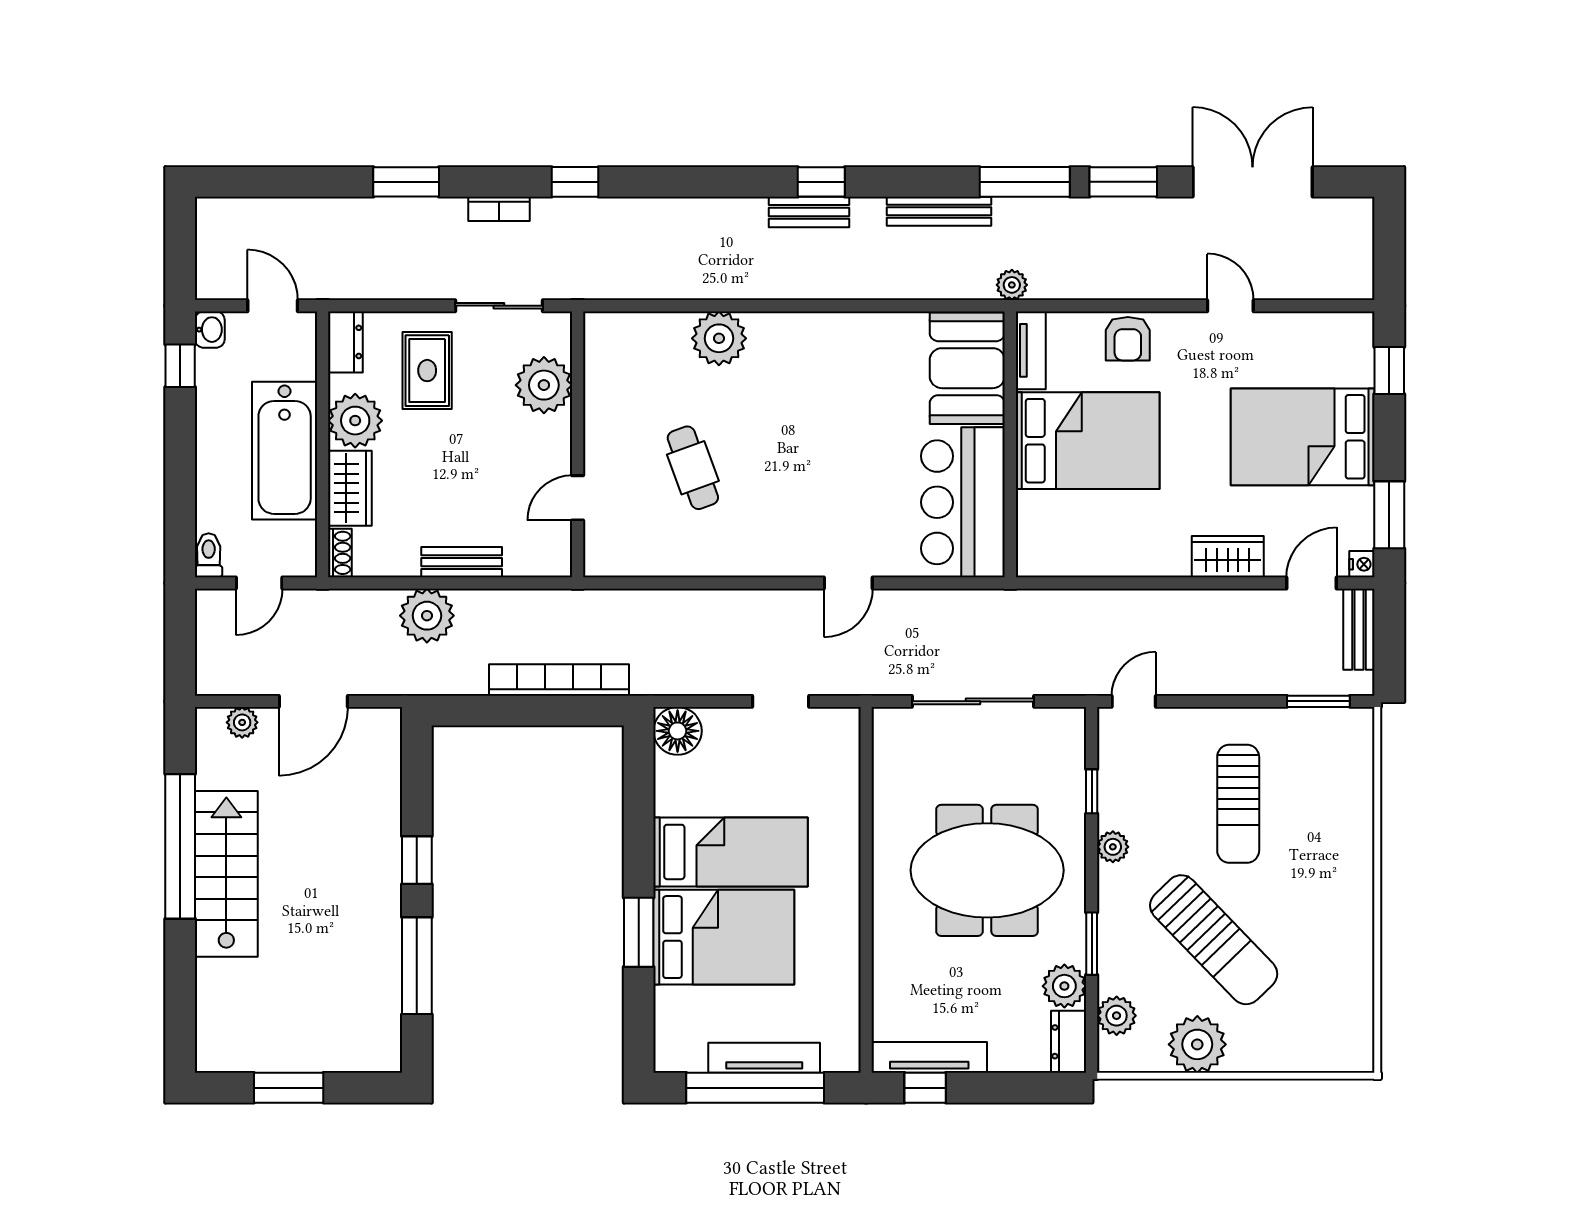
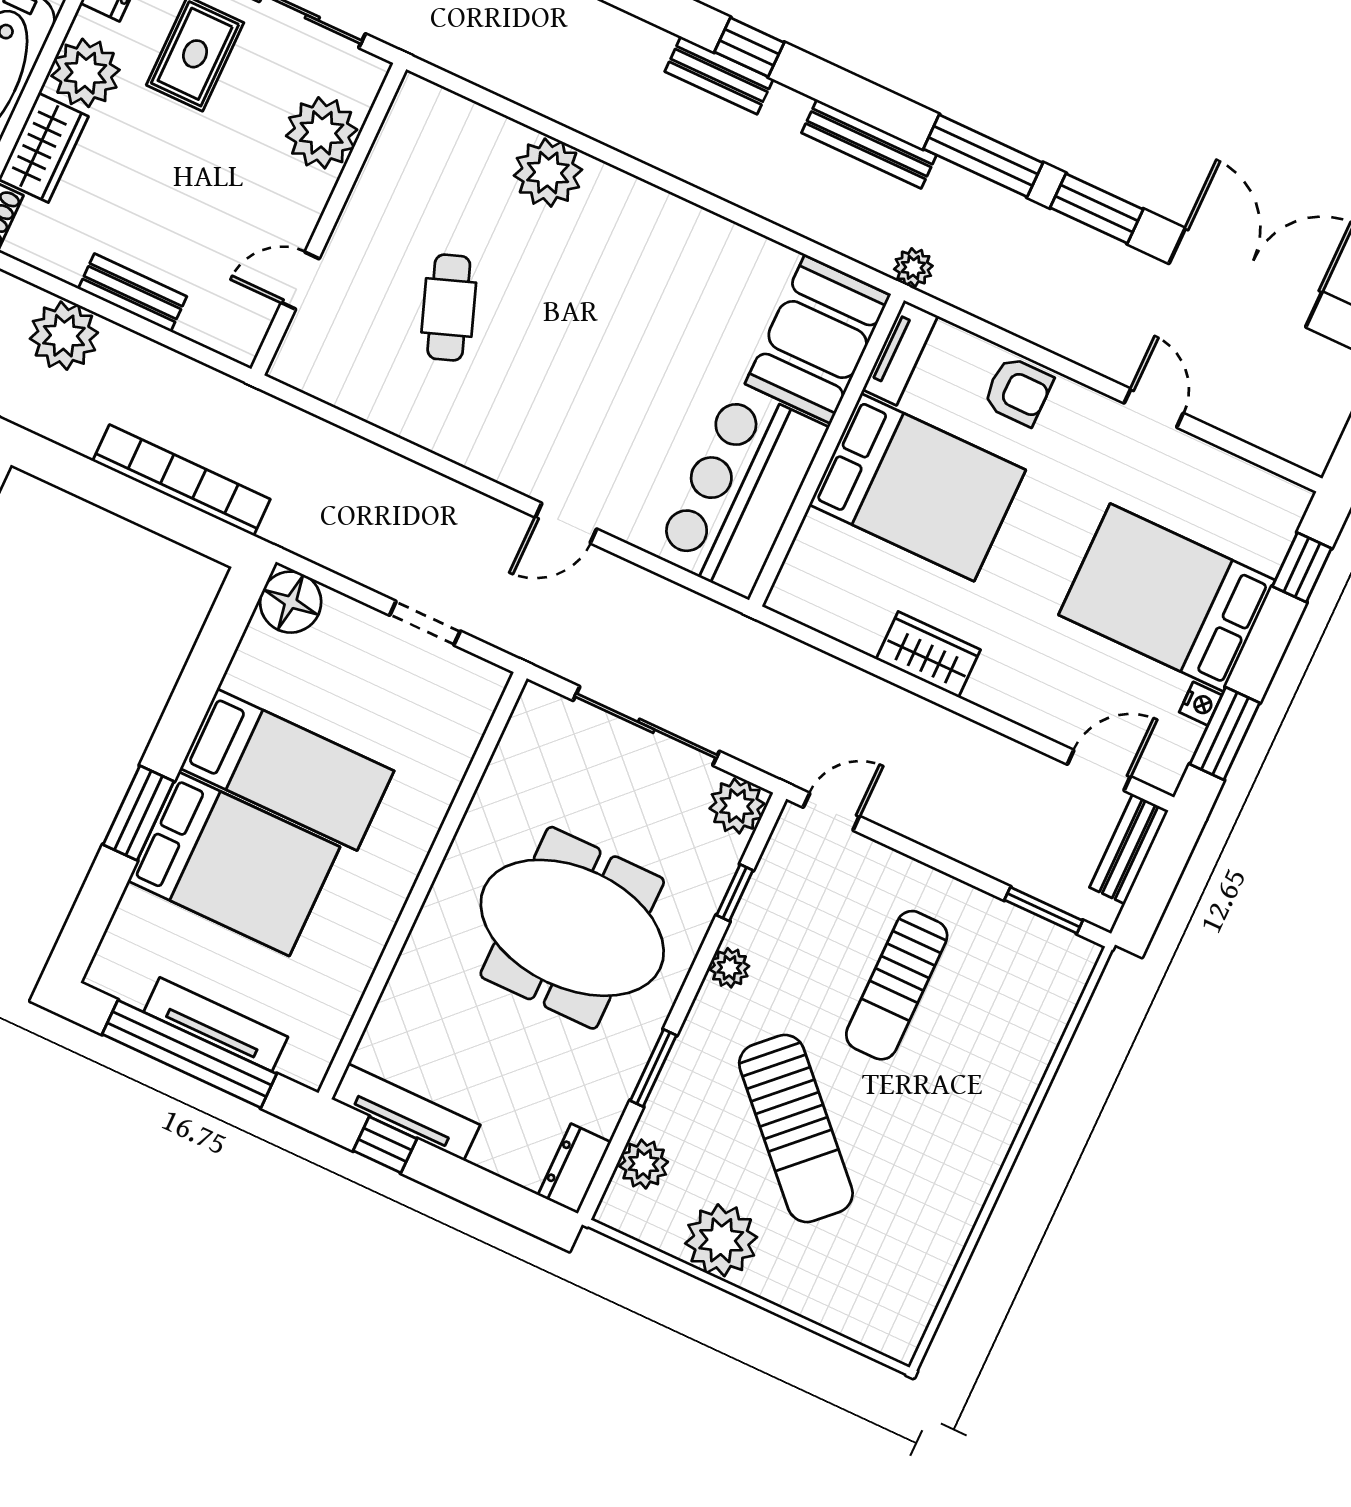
armchair: (1128, 339) -> (1018, 391), turned -90
wardrobe: (1228, 557) -> (928, 654), moved
nightstand: (1362, 564) -> (1201, 704), moved
plant: (1064, 986) -> (737, 806), moved

